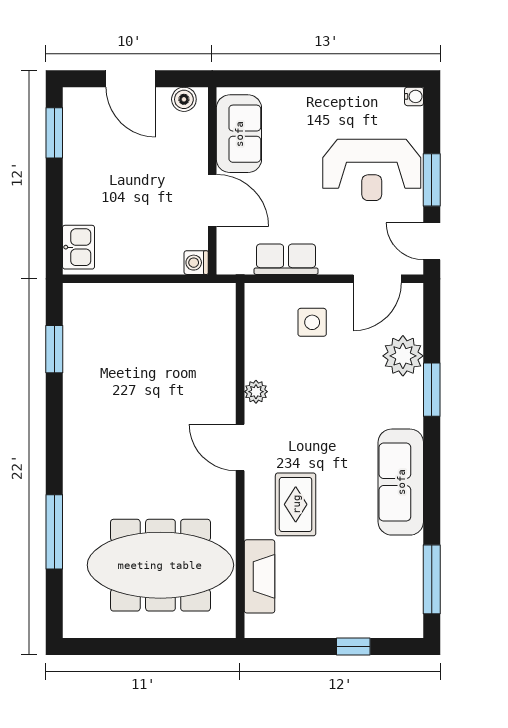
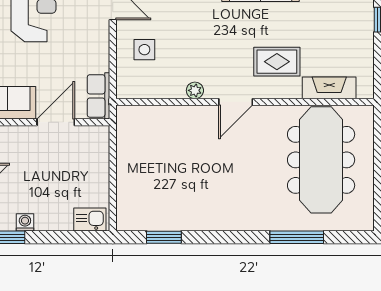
row of seats: (286, 259) -> (99, 96), moved
washing machine: (196, 263) -> (25, 222), moved, turned 180

